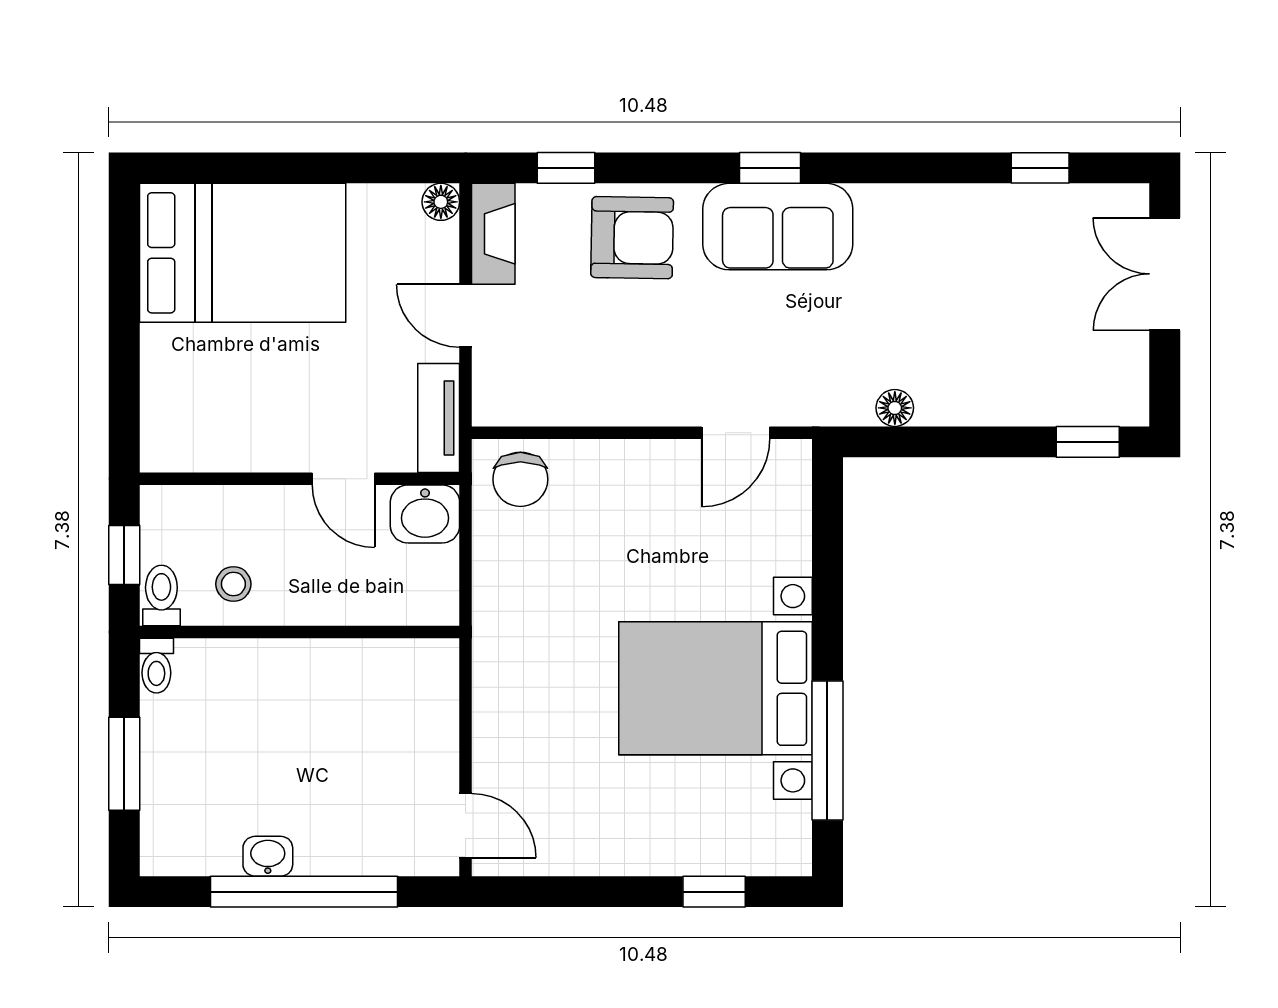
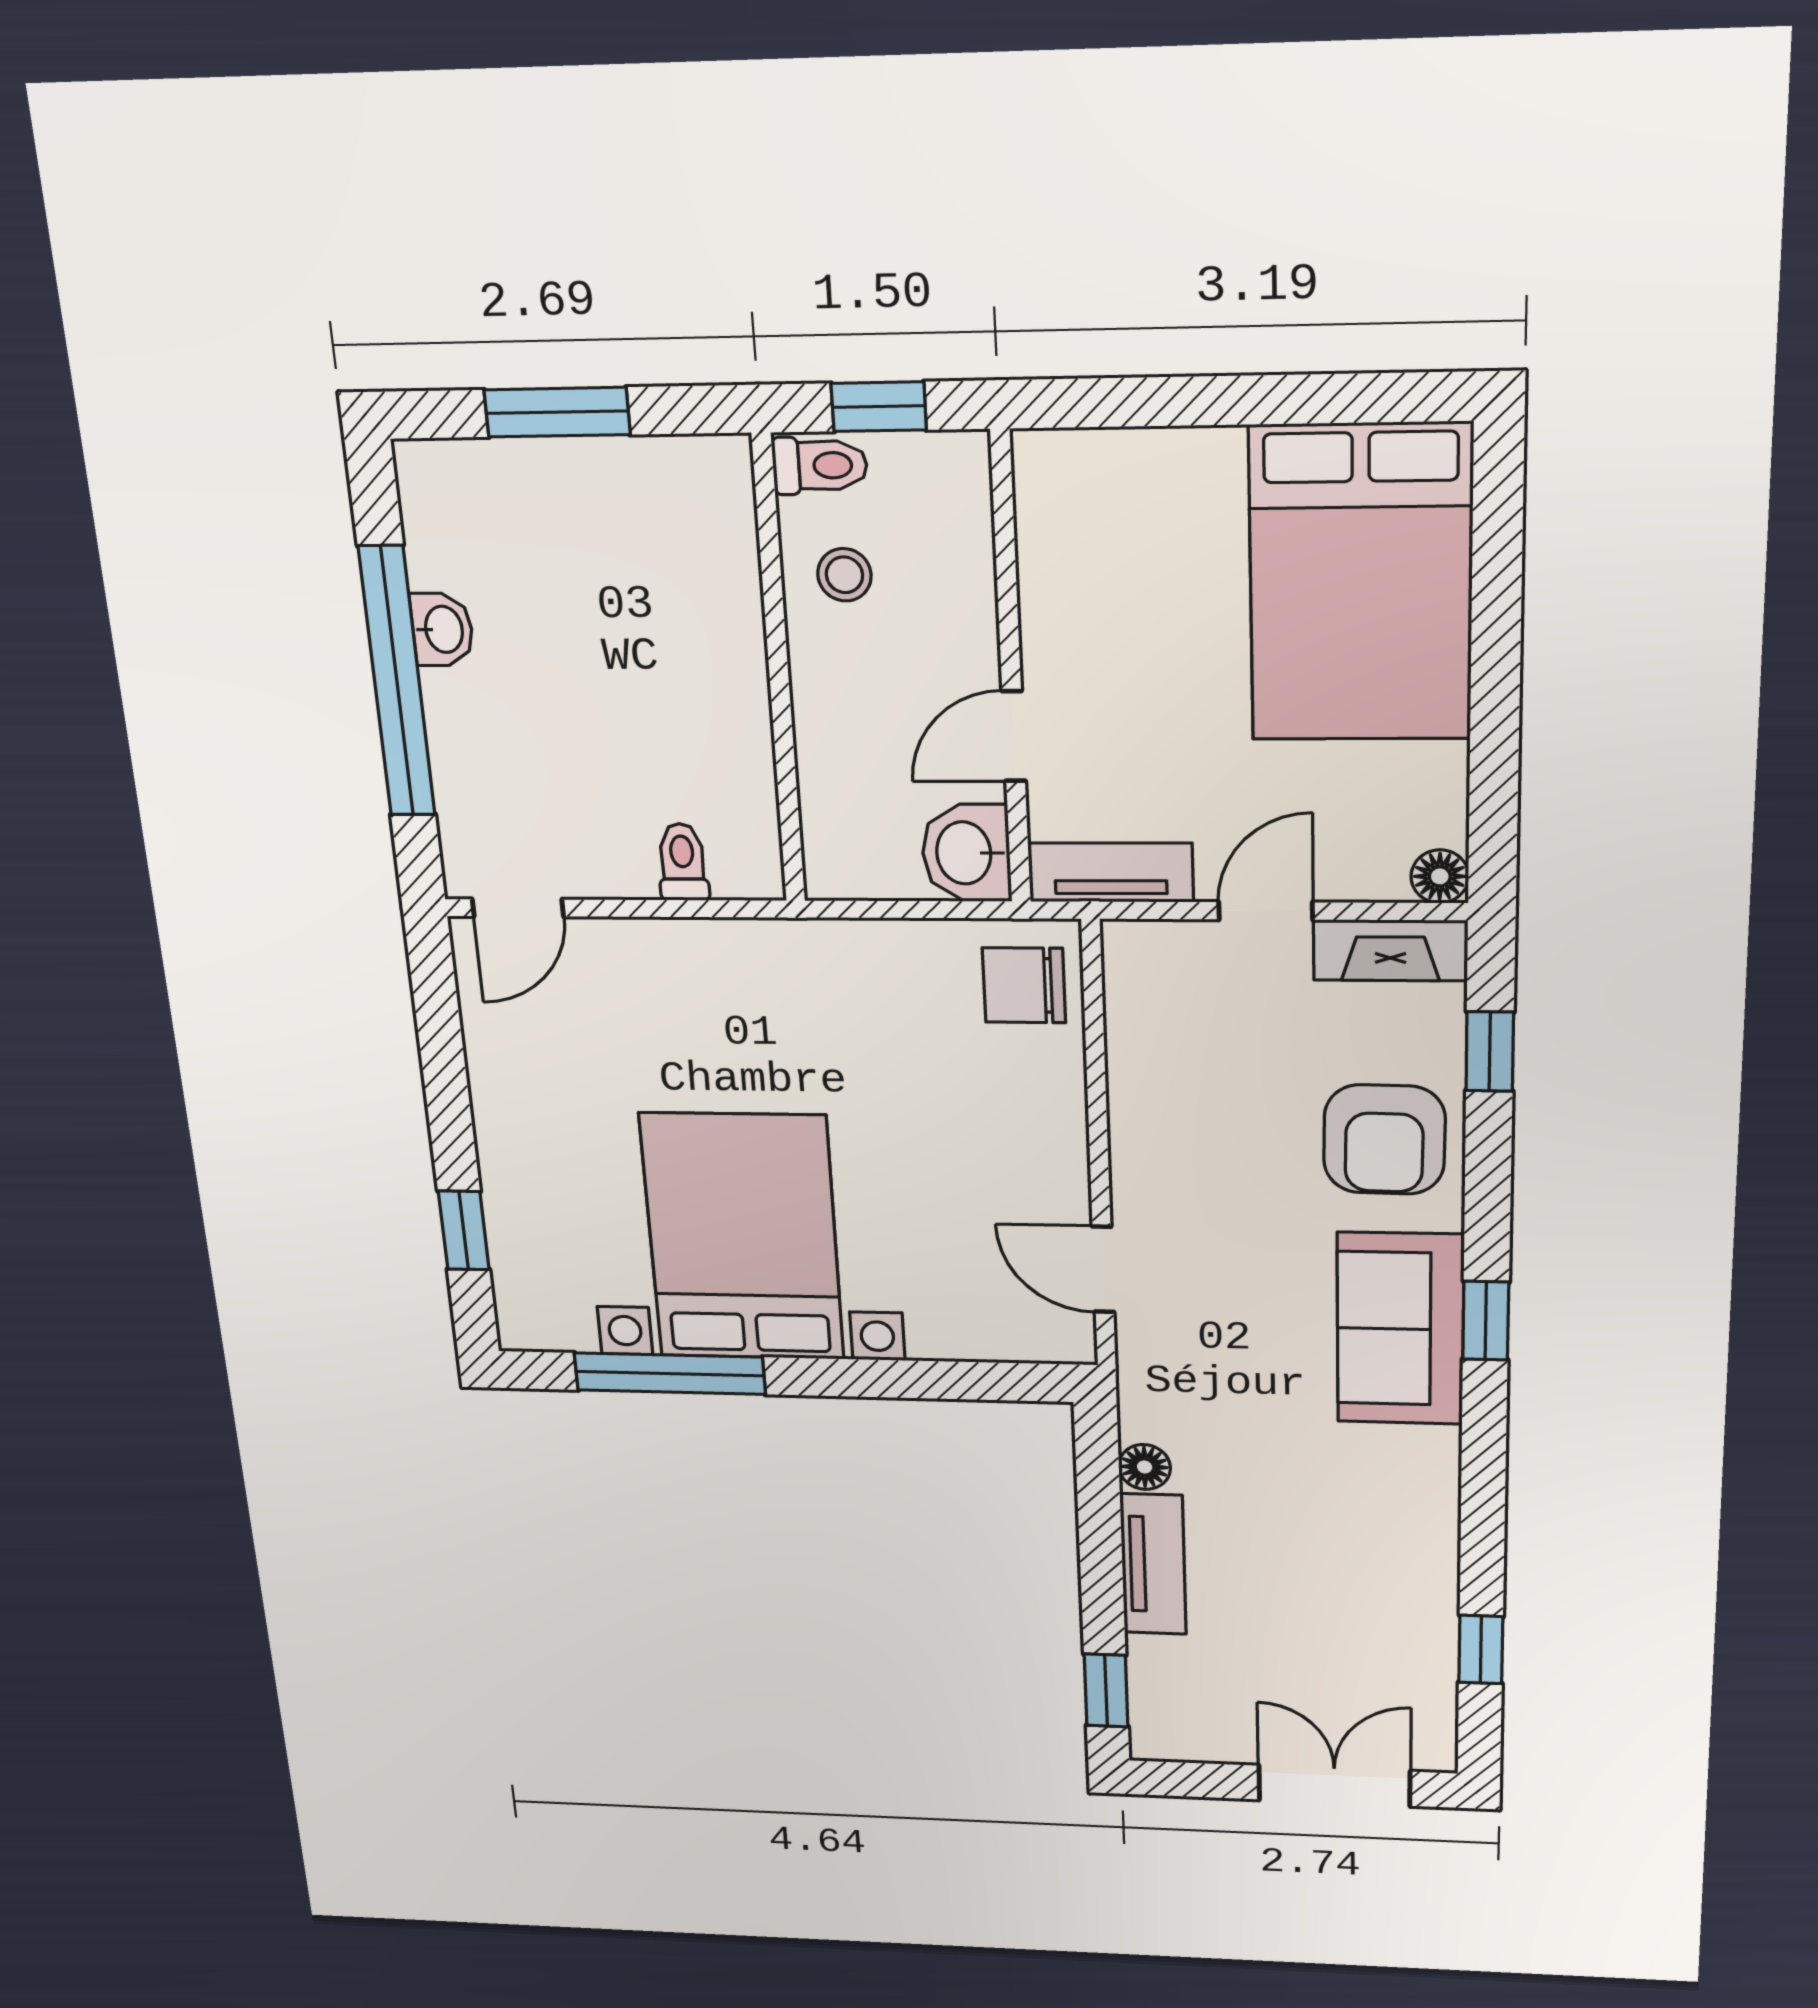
tv unit: (977, 404) -> (1153, 1564), added
toilet: (156, 666) -> (683, 862), moved, turned 90

